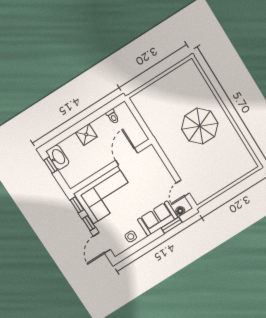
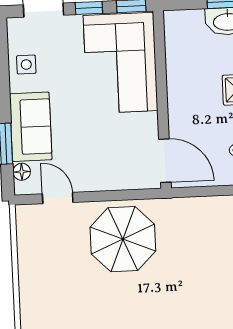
parasol: (200, 126) -> (123, 239), moved
door: (127, 157) -> (165, 161), moved

